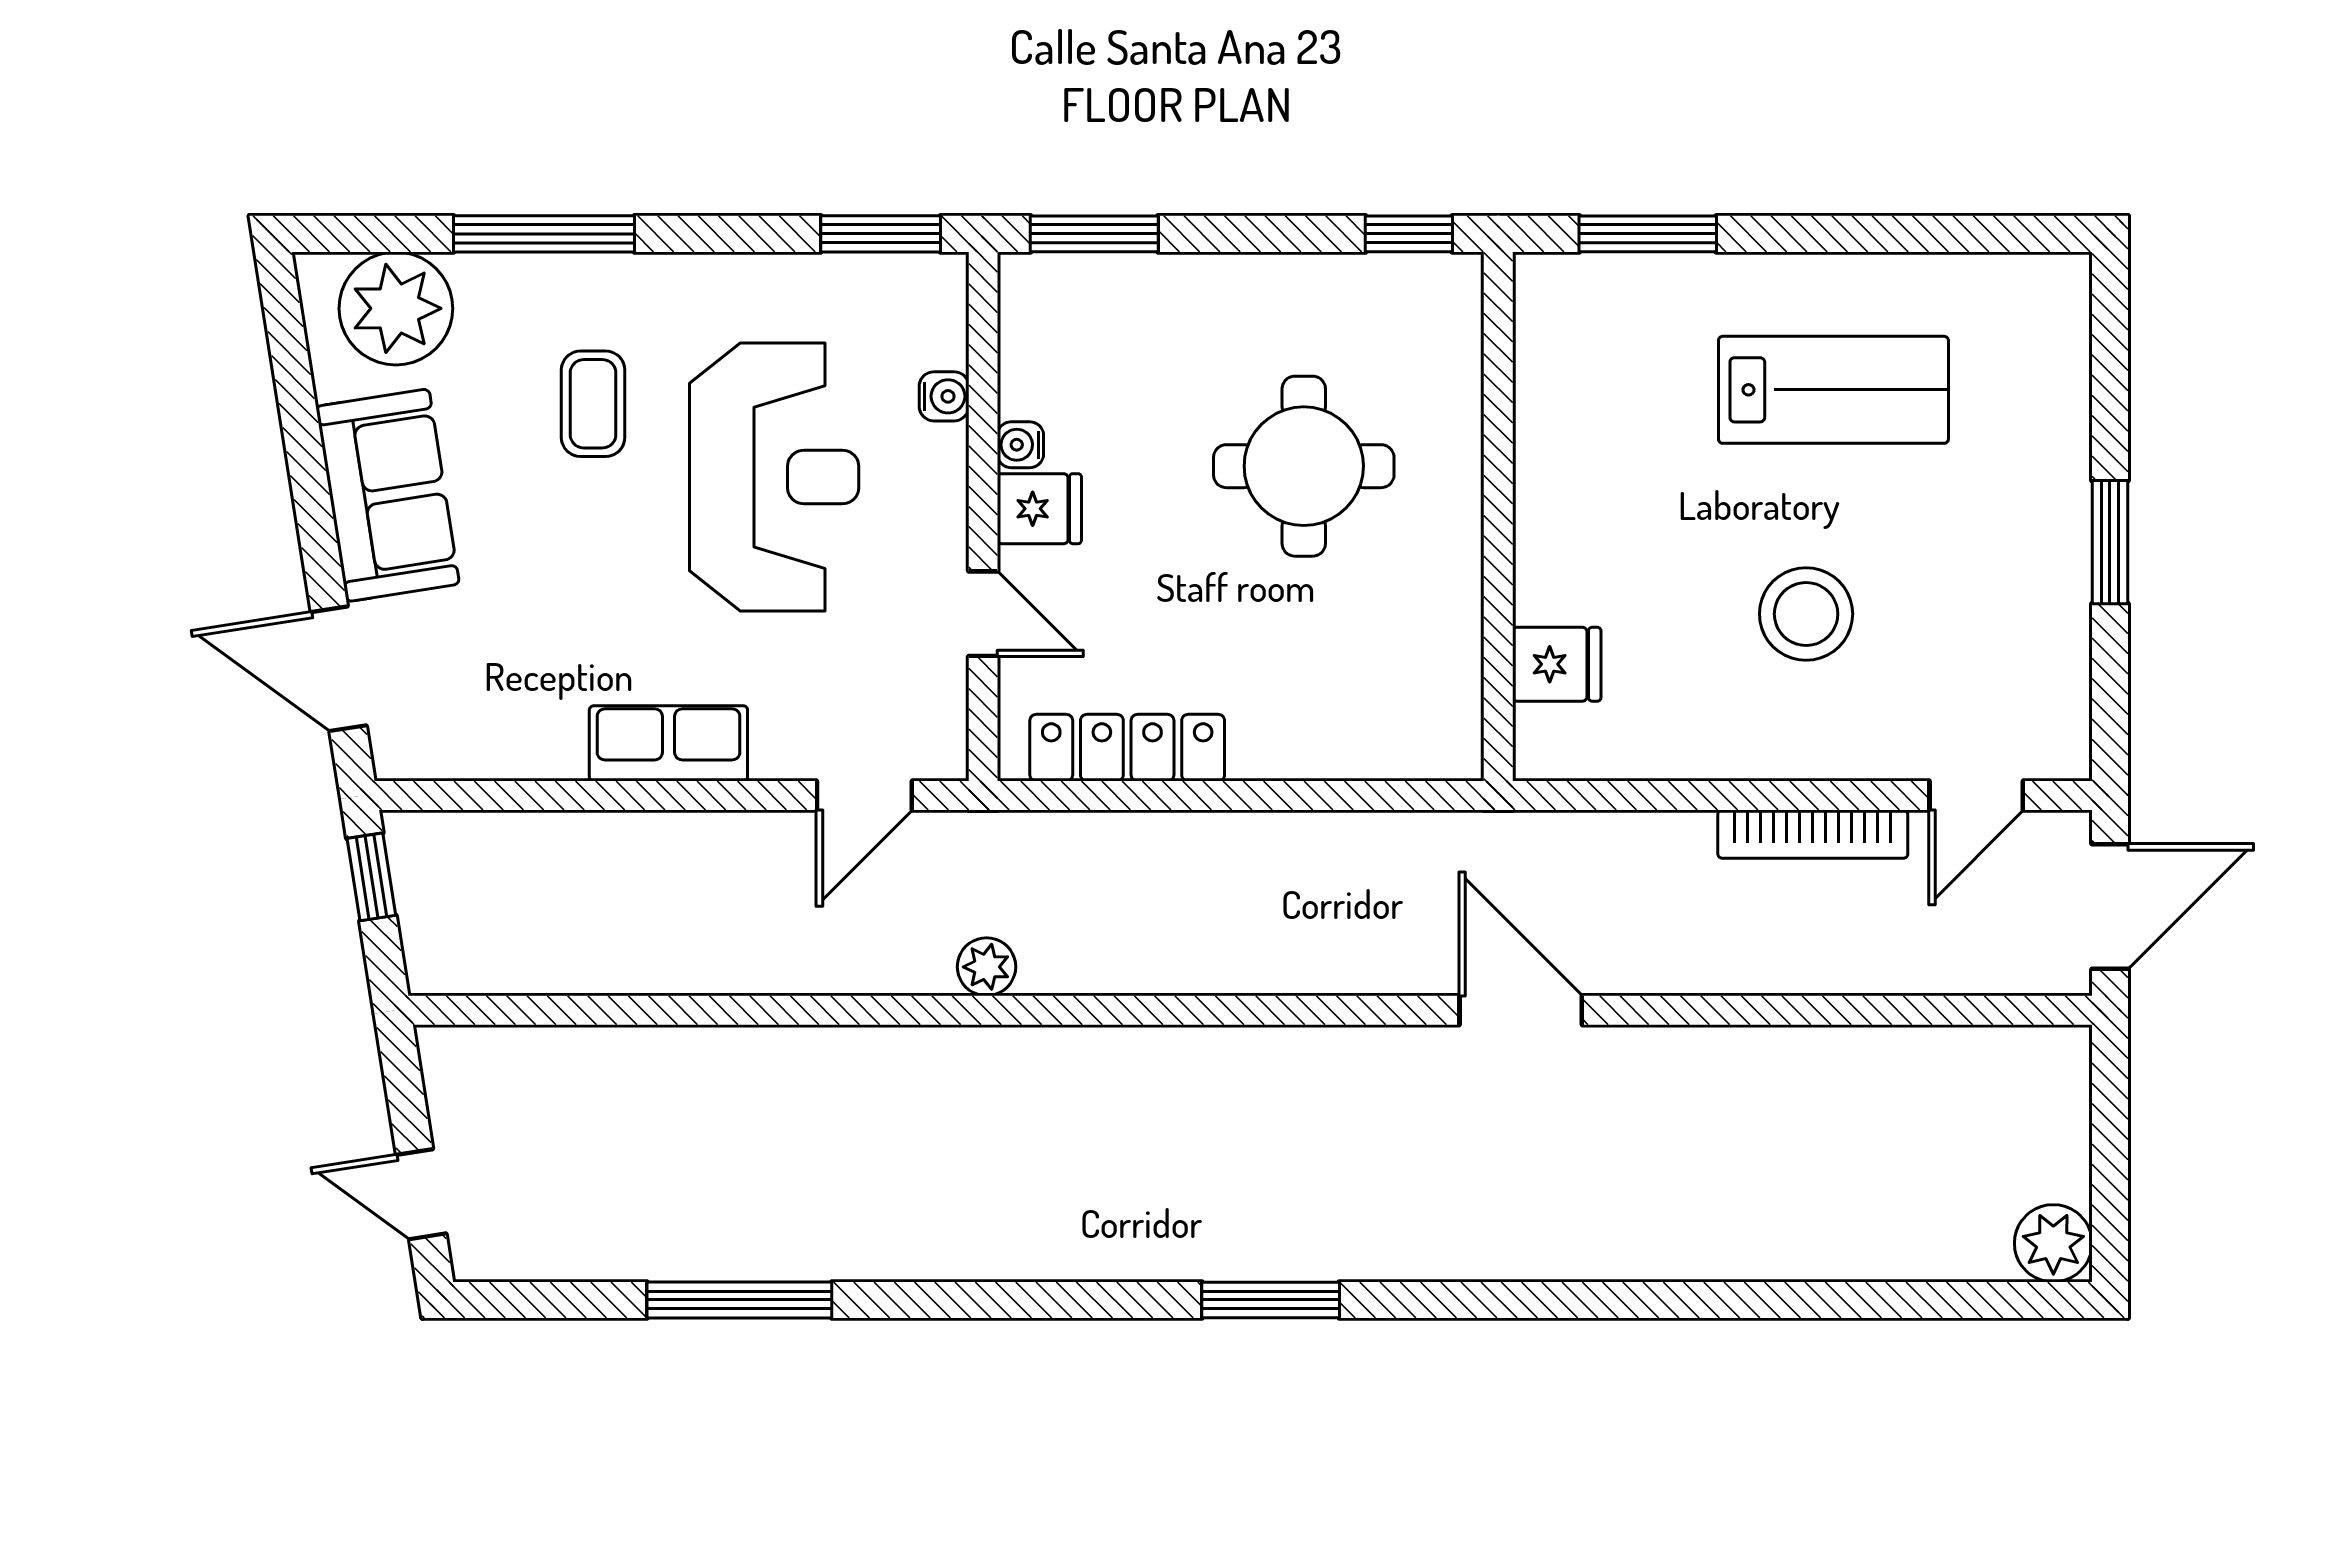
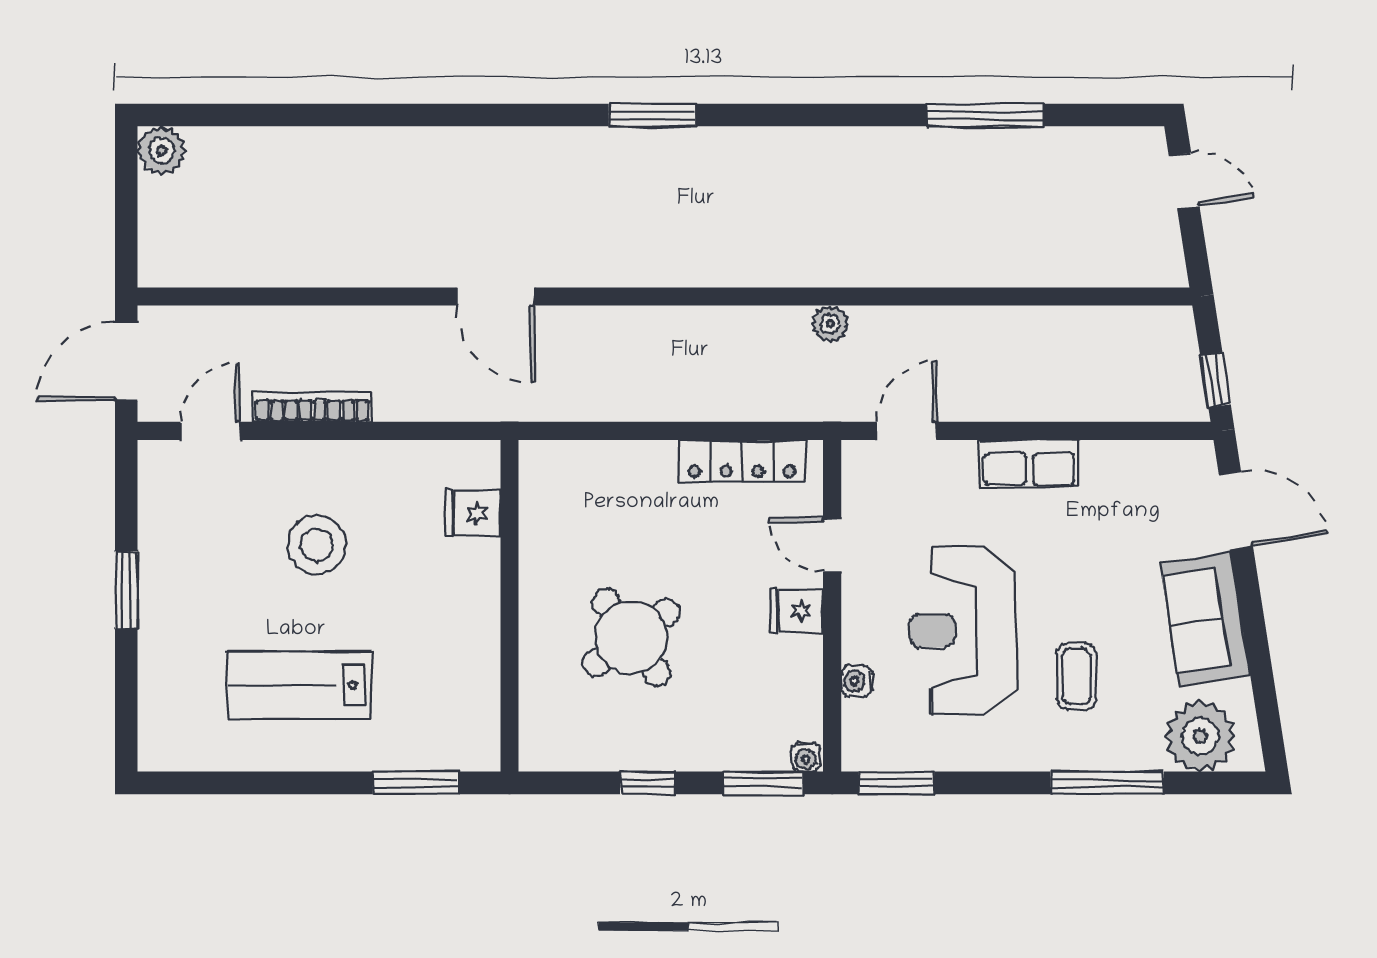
window: (1409, 234) -> (647, 783), moved
water cooler: (1020, 445) -> (806, 757), moved, turned 90
round table: (1304, 466) -> (631, 637), turned -36

